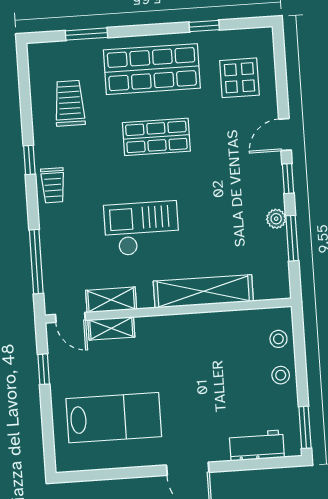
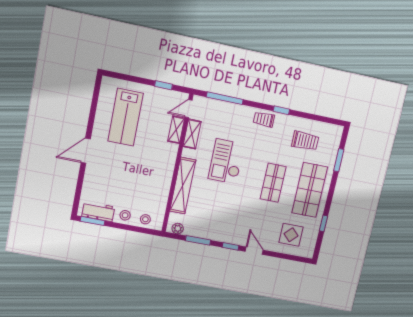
plant: (276, 219) -> (178, 229), moved
checkout: (142, 229) -> (226, 161), turned 180
workbench: (257, 445) -> (98, 212), moved, turned -90

